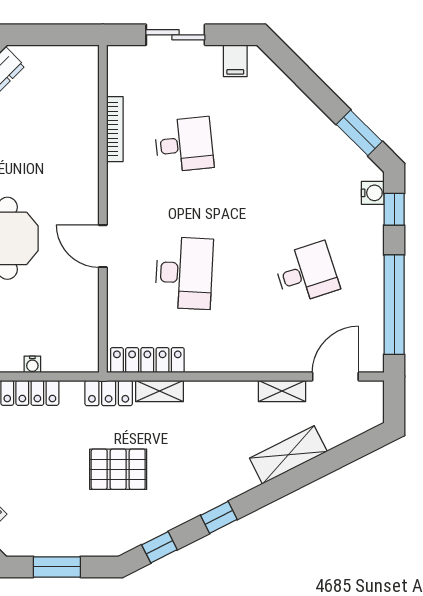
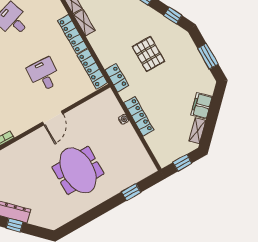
desk: (184, 273) -> (44, 75), width x0.73
locker: (225, 360) -> (72, 34), added
shelving: (159, 391) -> (84, 23), moved

